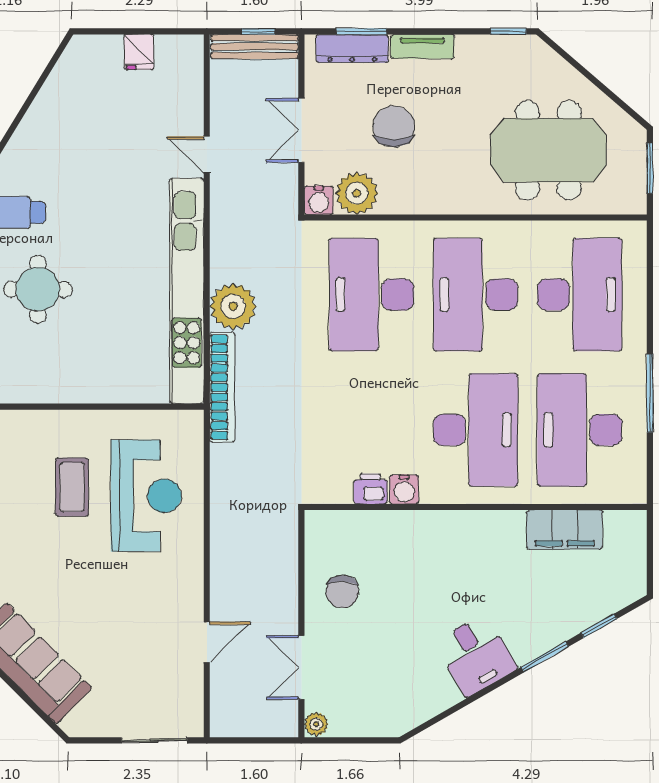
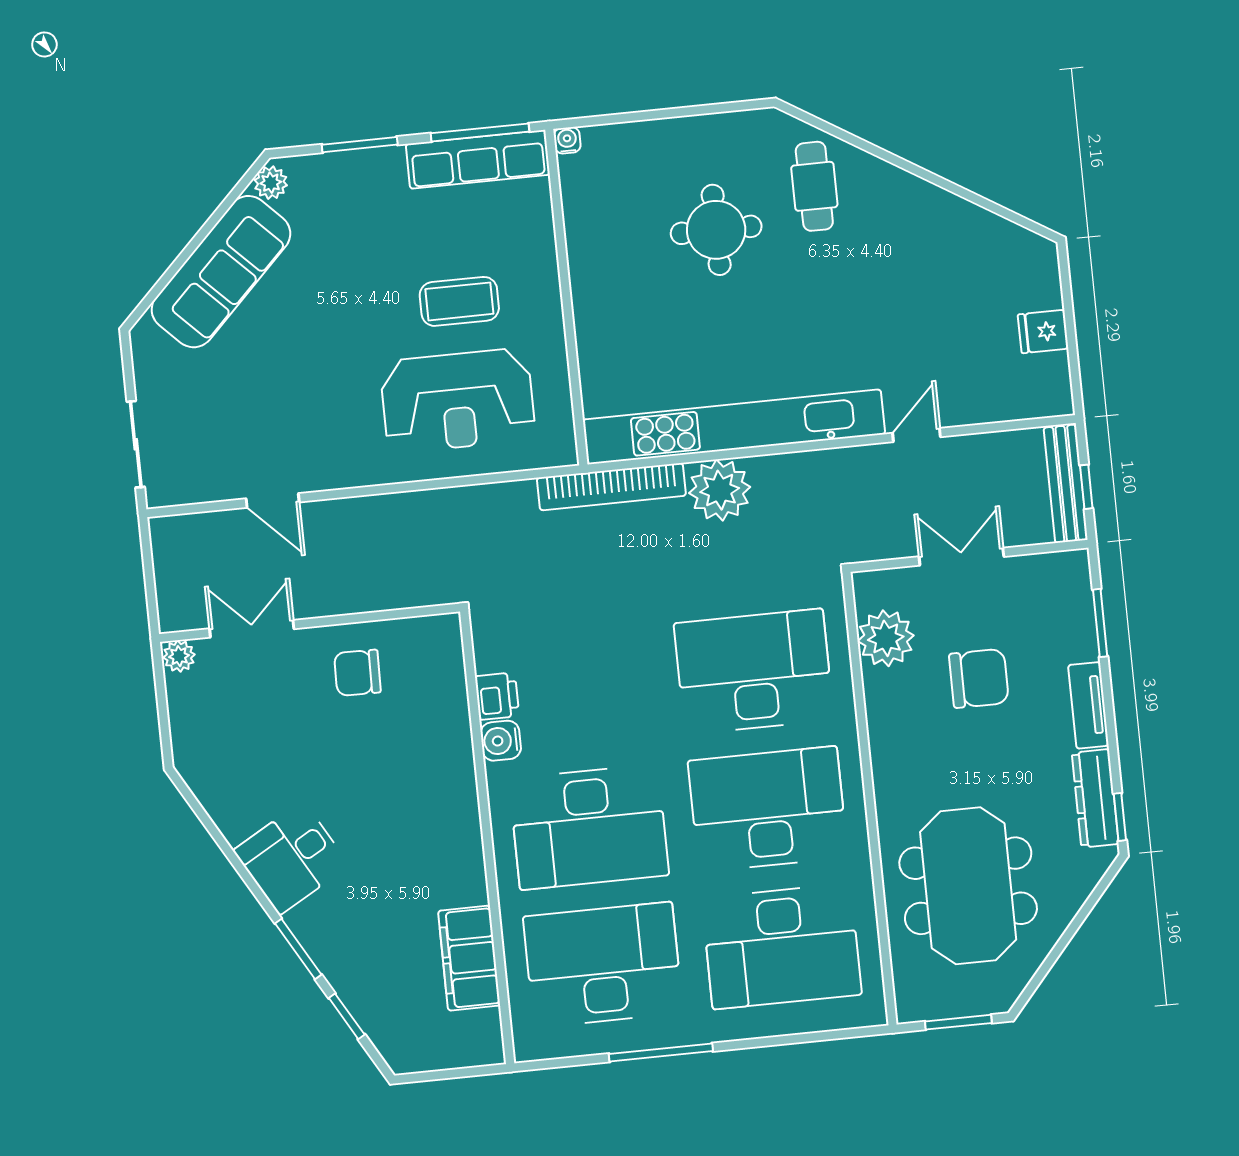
dresser: (352, 48) -> (1095, 798), moved
water cooler: (319, 200) -> (871, 589), removed

